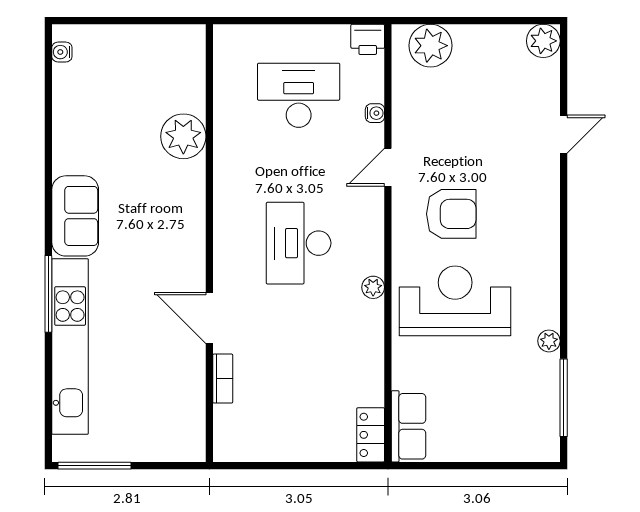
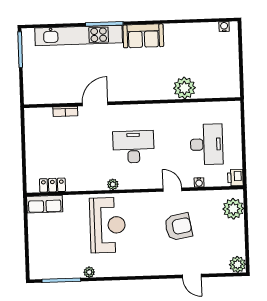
armchair: (451, 214) -> (178, 227), moved, turned -100
locker: (371, 435) -> (52, 185), moved

